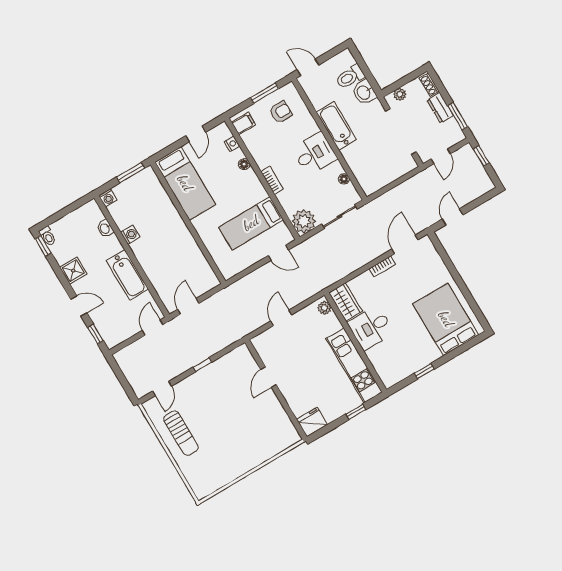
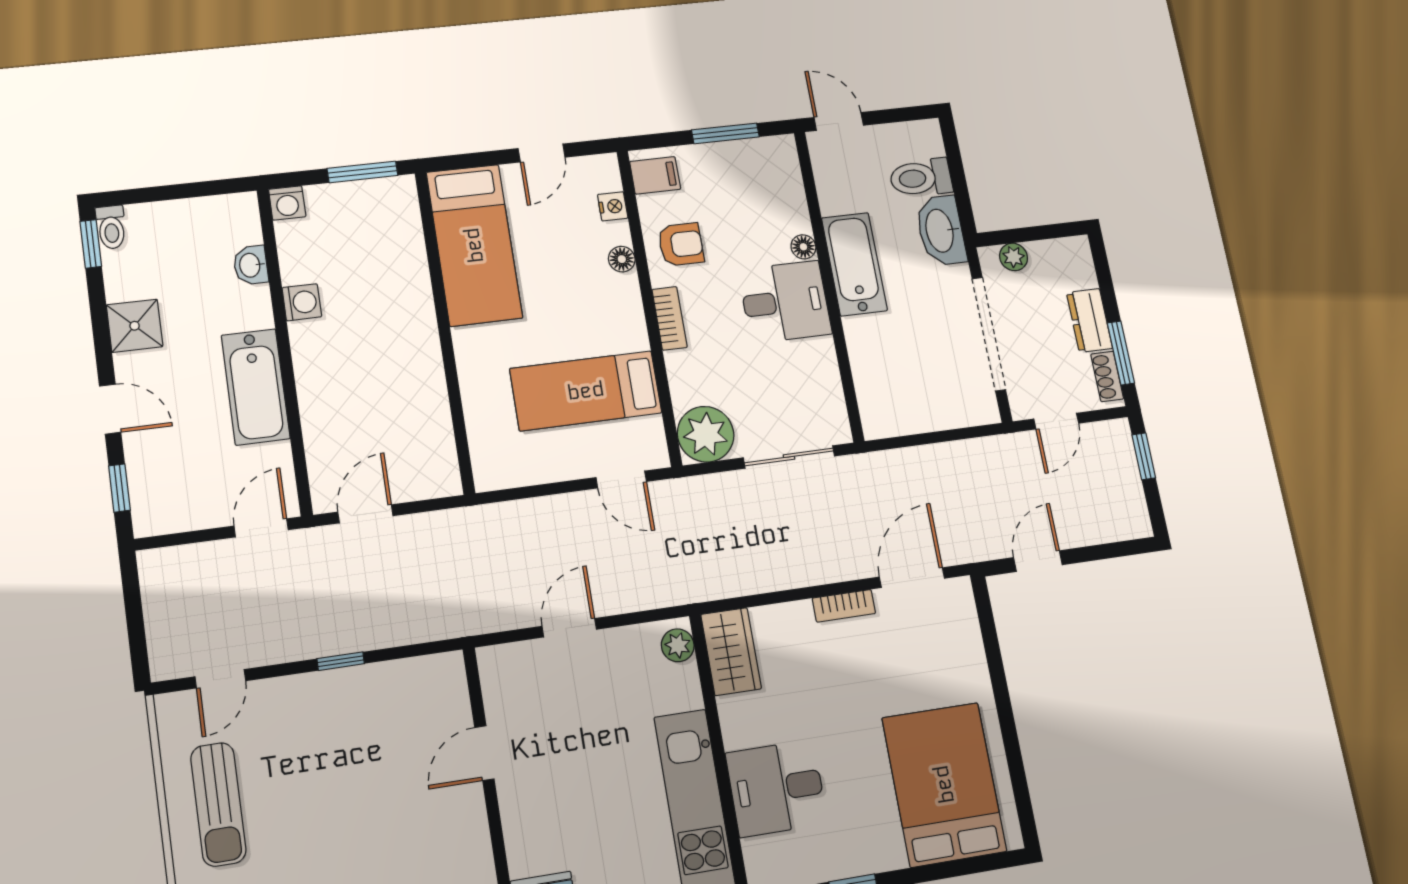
shoe rack: (429, 85) -> (1107, 376), moved
washbasin: (364, 92) -> (941, 231), width x1.38
armchair: (281, 112) -> (681, 244), moved
floor lamp: (344, 179) -> (803, 247), moved
desk: (371, 328) -> (777, 788), moved

